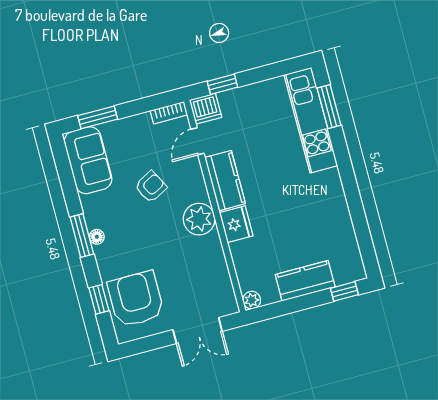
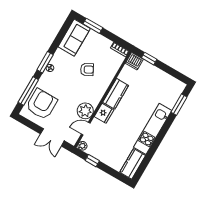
kitchen unit: (311, 120) -> (153, 129), moved
door: (197, 141) -> (86, 129), moved
plant: (199, 219) -> (85, 111), moved
kitchen counter: (305, 281) -> (133, 164), moved, turned -90
window: (344, 291) -> (92, 161), moved
window: (99, 299) -> (28, 91), width x2.17

